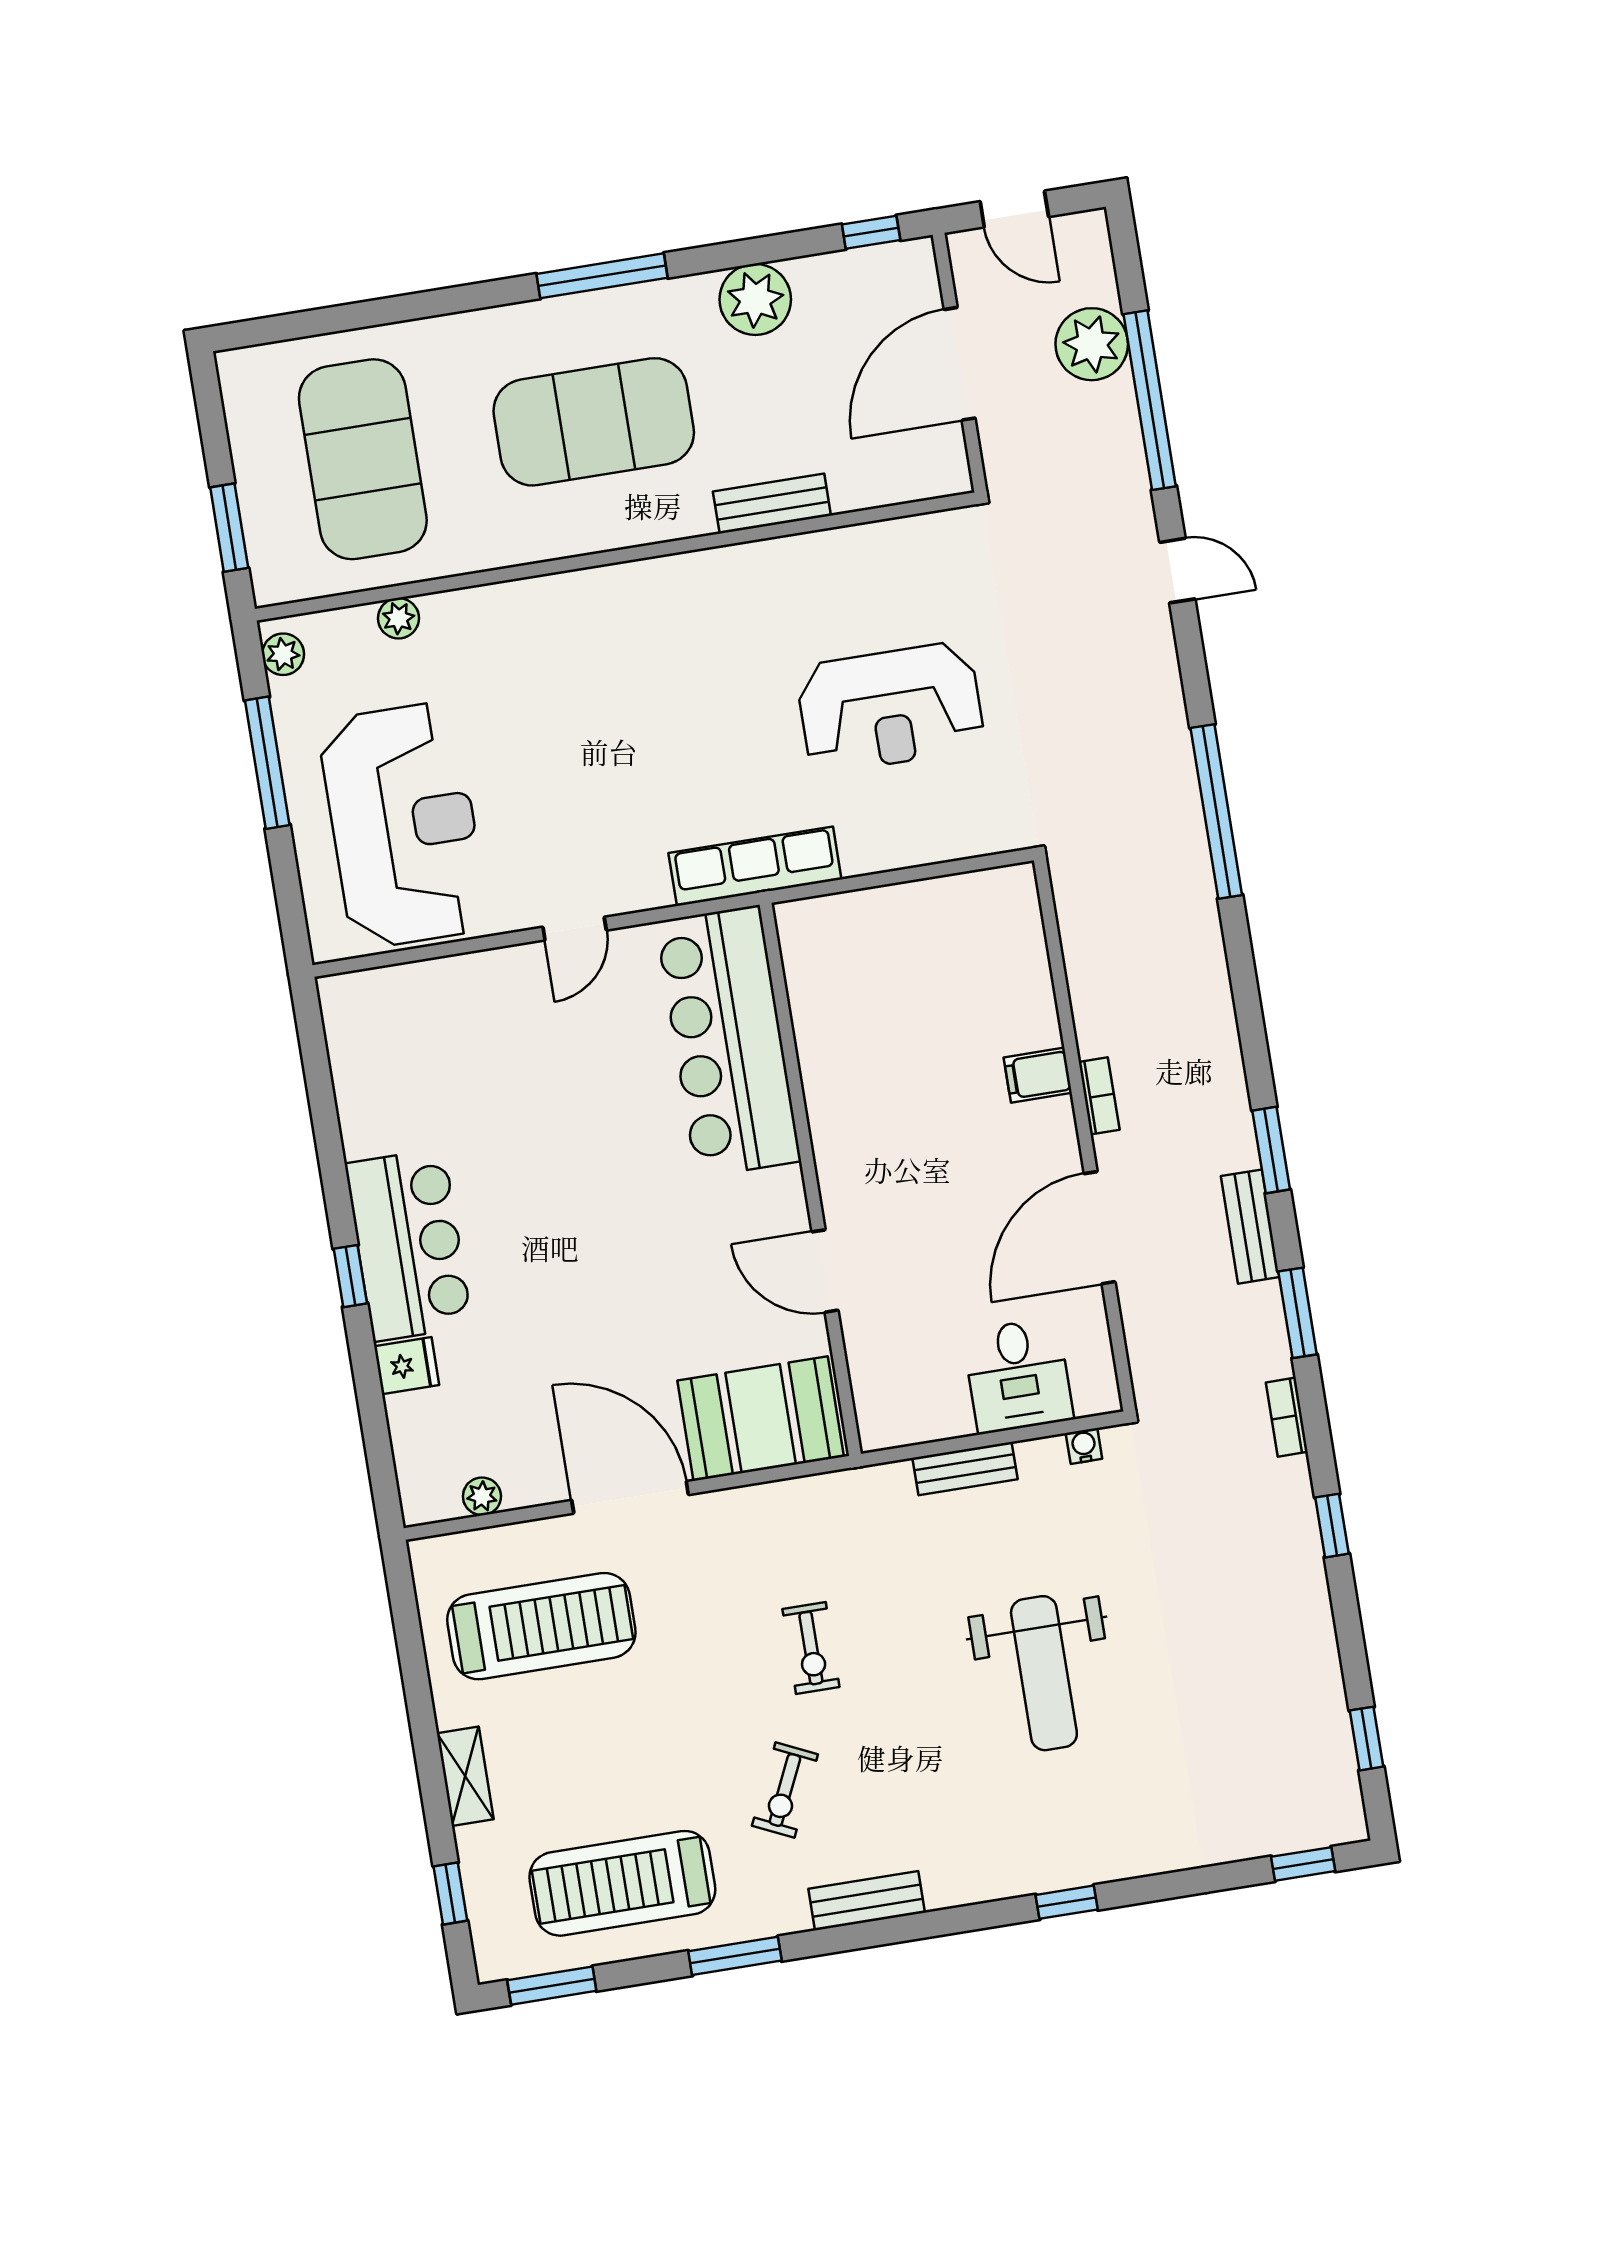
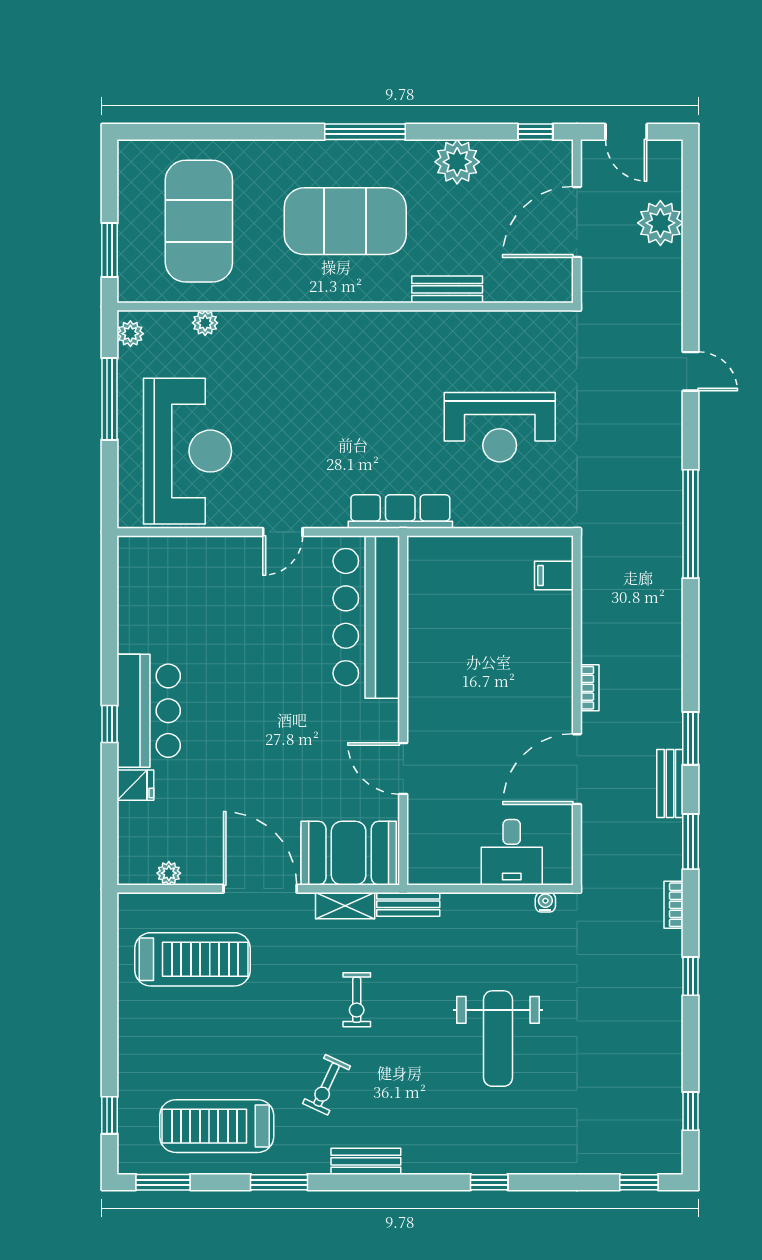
window: (1150, 400) -> (691, 263), removed
filing cabinet: (1038, 1075) -> (554, 575), moved
bench: (965, 1468) -> (408, 904), moved
shelving: (465, 1776) -> (345, 906), moved, turned 90

